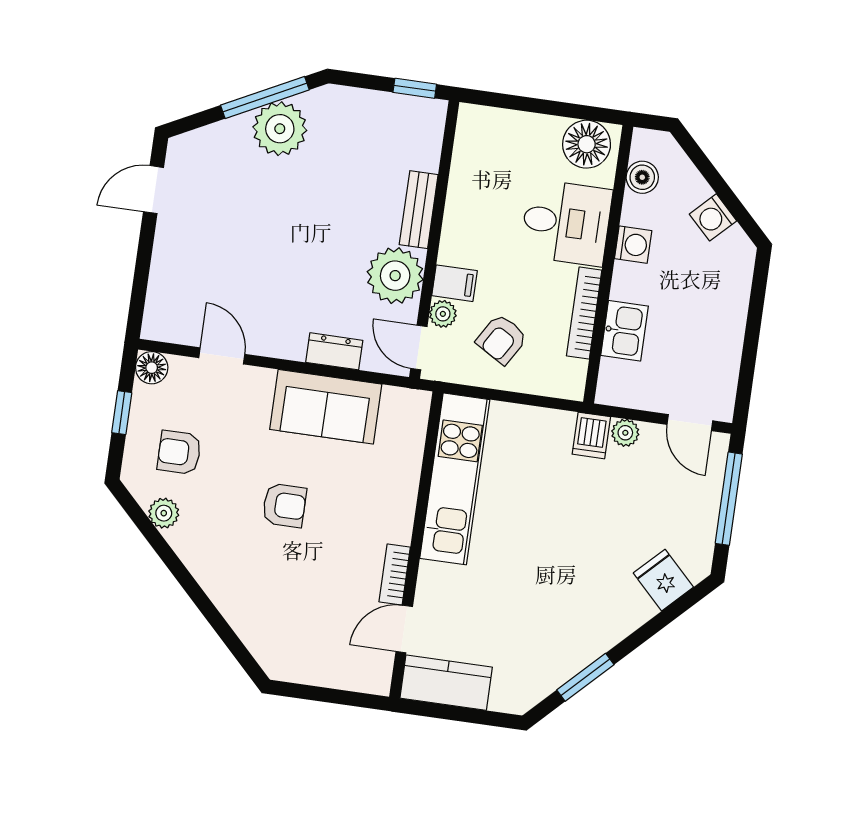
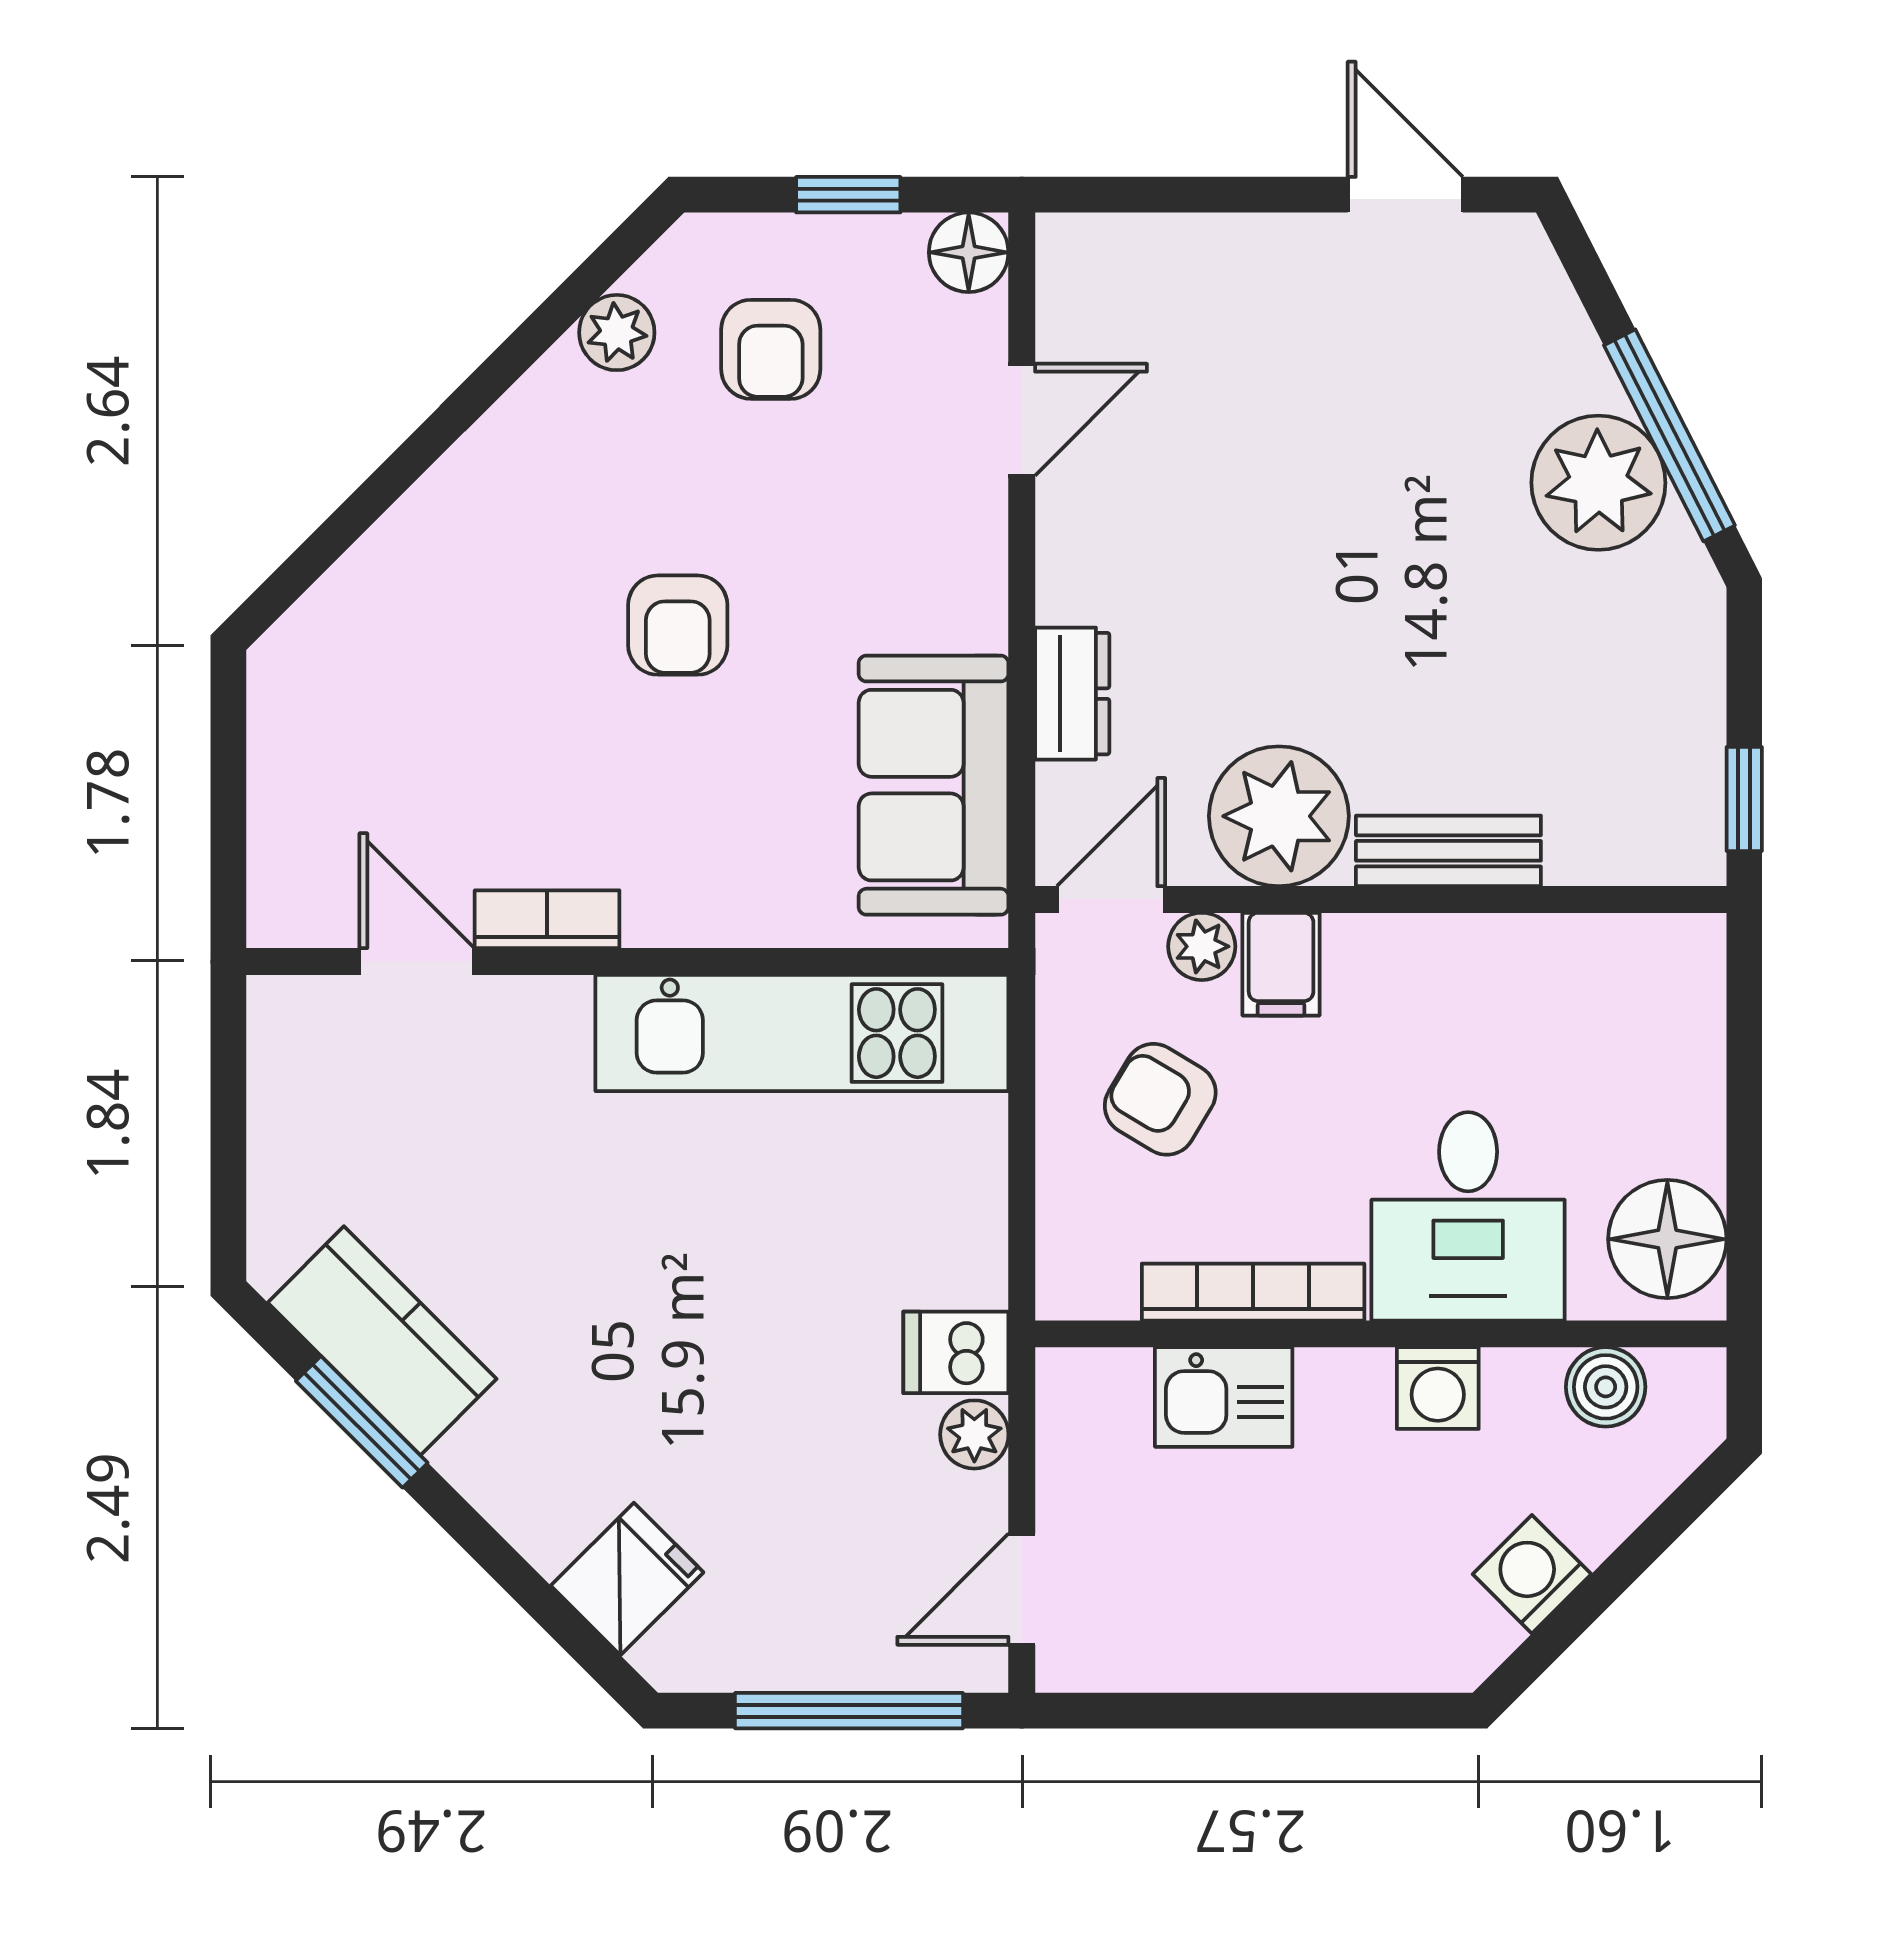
sofa: (326, 407) -> (934, 785), moved
armchair: (179, 452) -> (771, 349), turned 180
kitchen counter: (446, 683) -> (382, 1341), moved, turned -45

